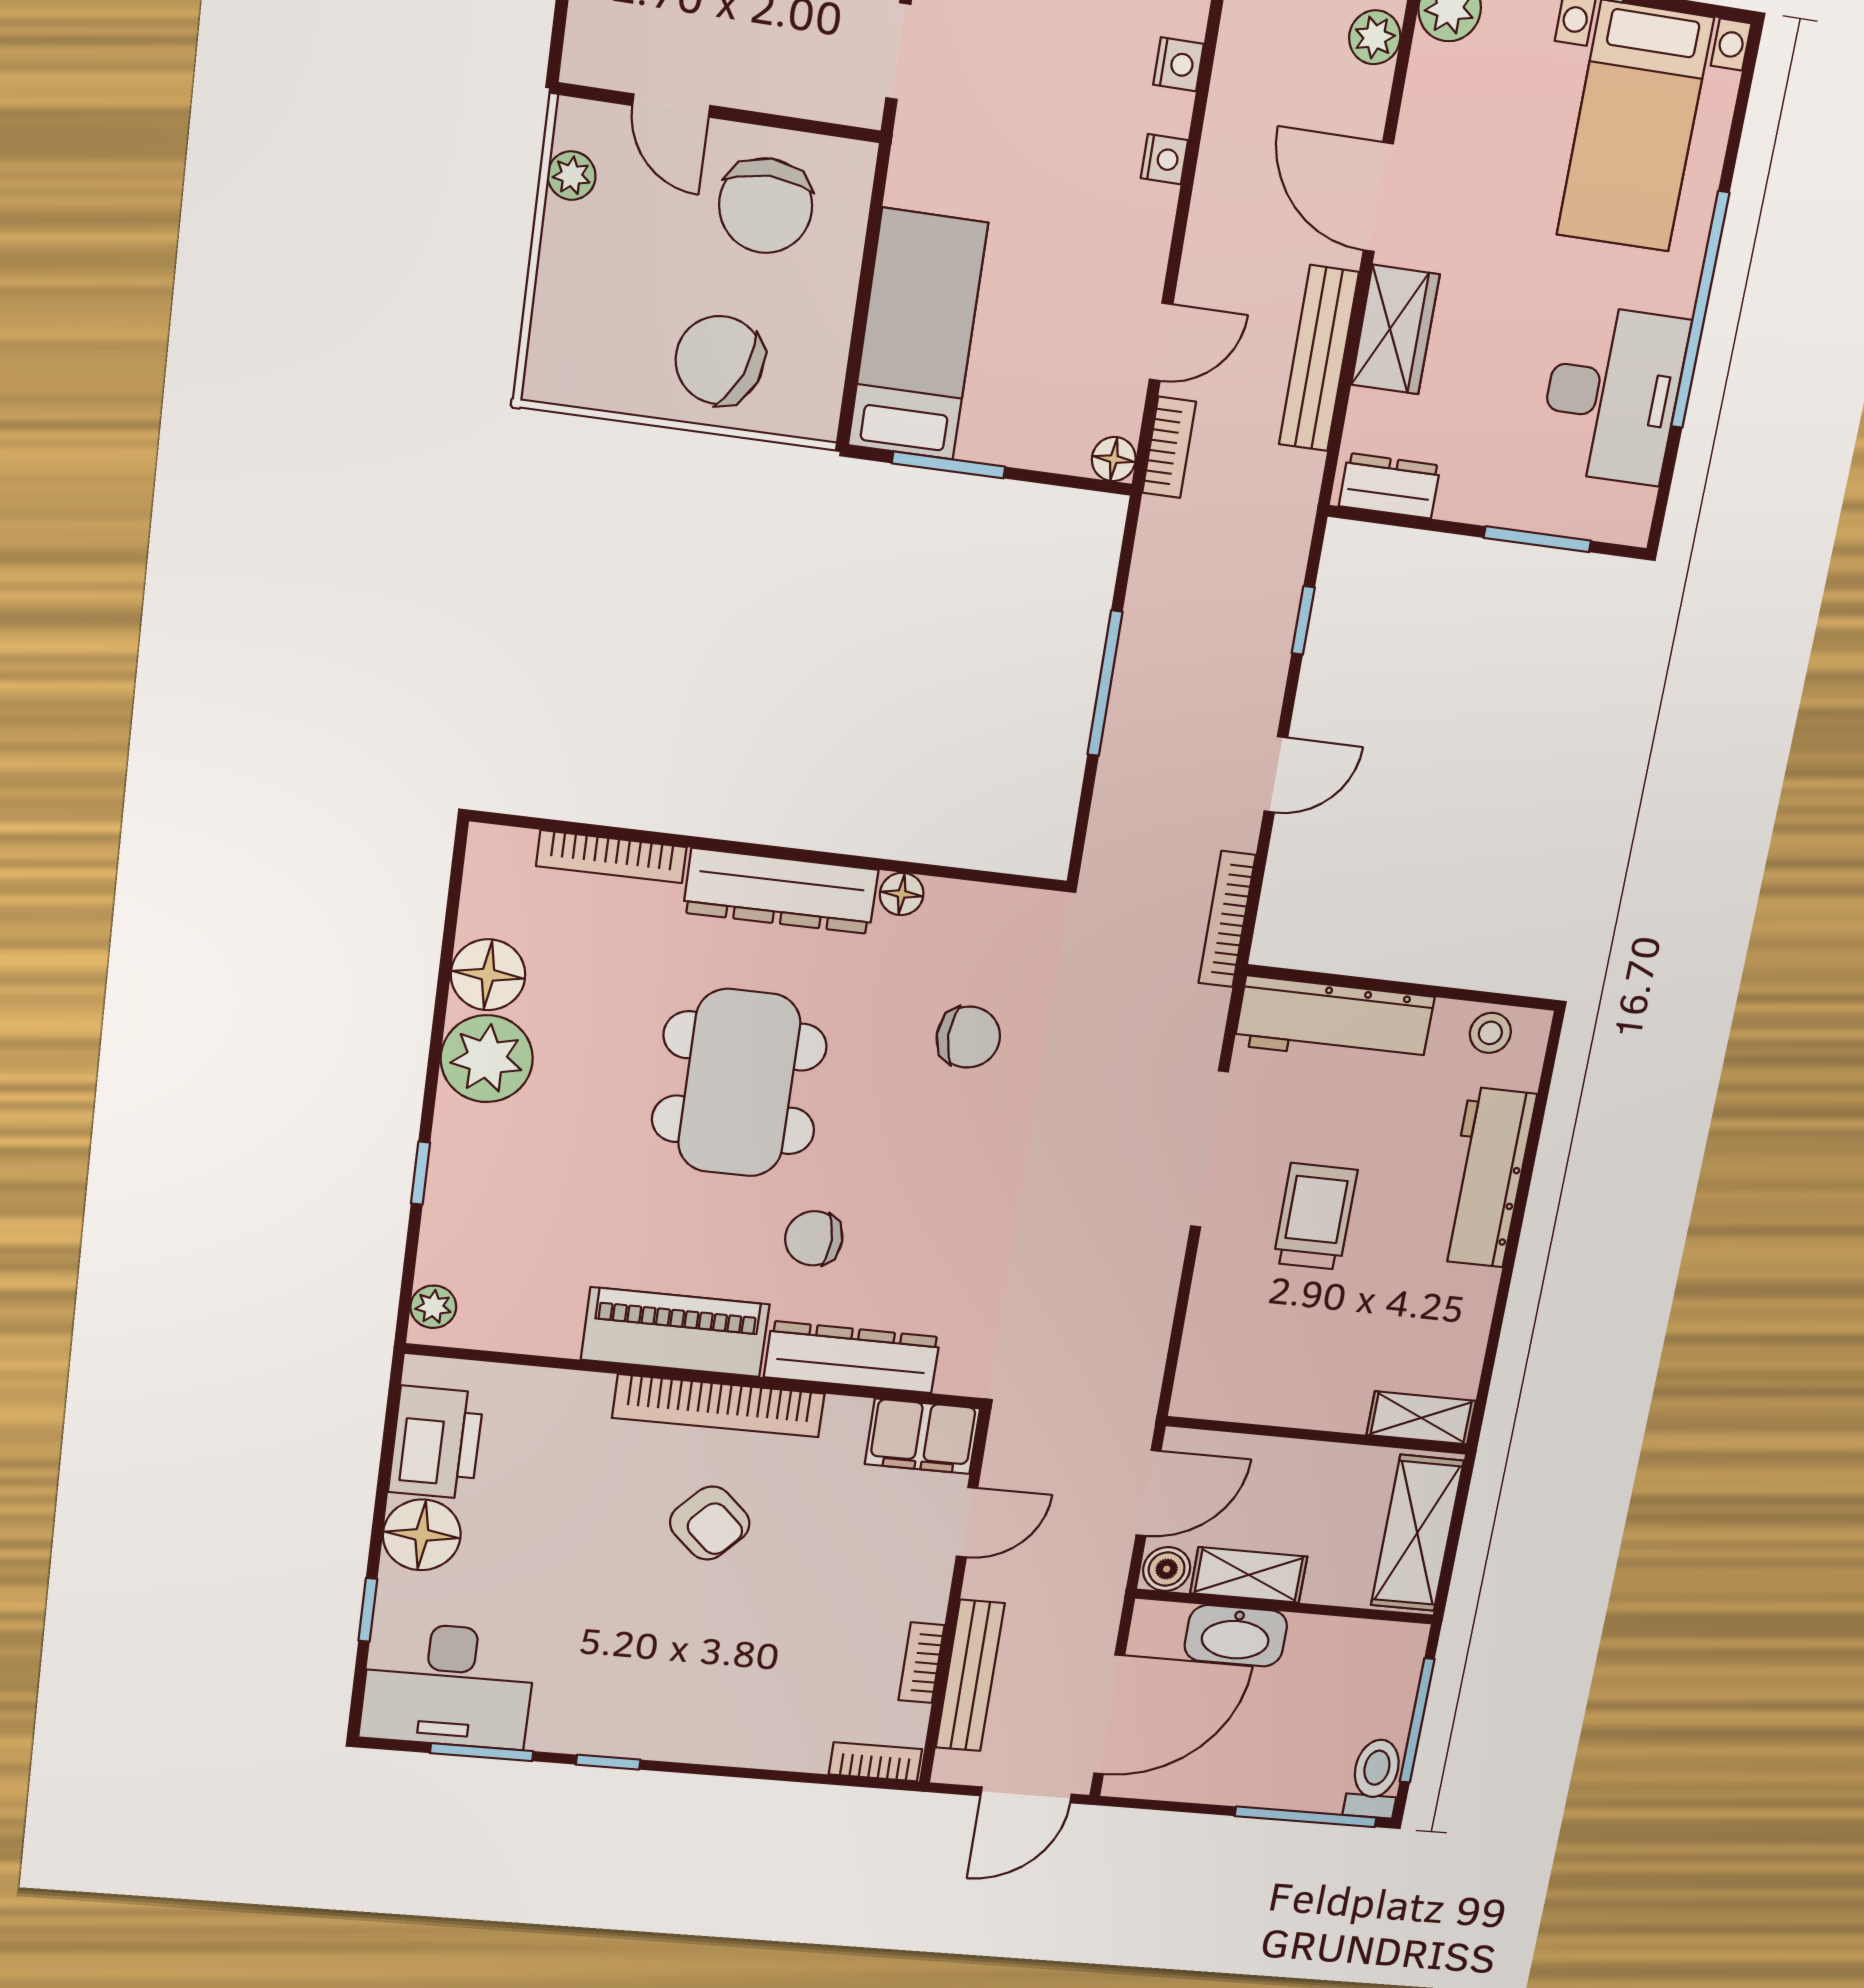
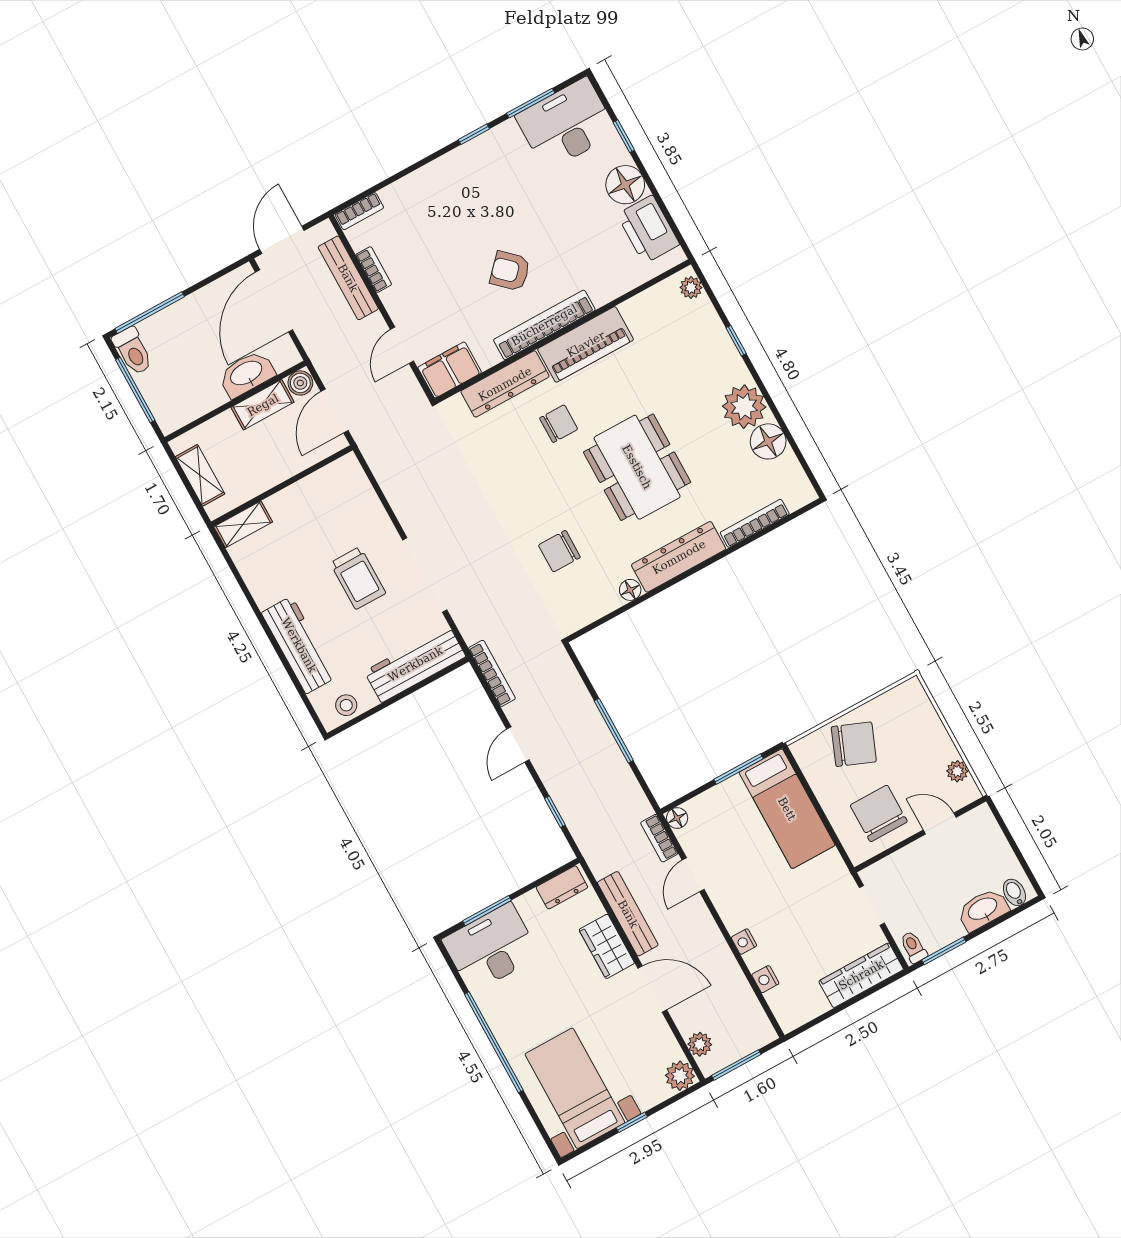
desk: (1613, 395) -> (491, 948), moved, turned 90
shelving: (1417, 1533) -> (200, 475), width x0.67, depth x0.75

